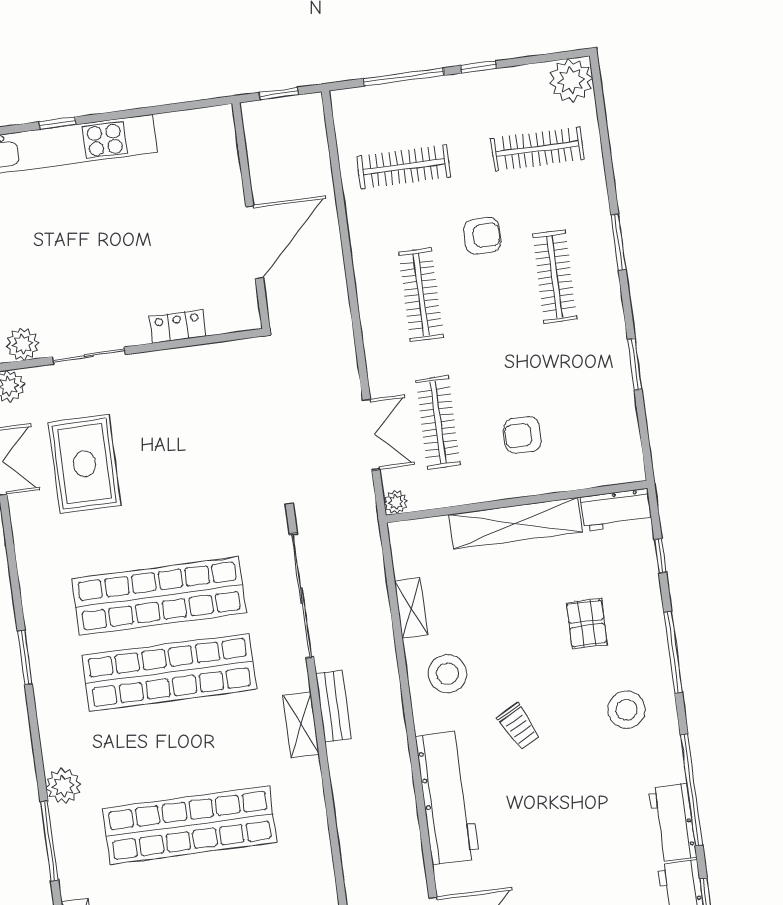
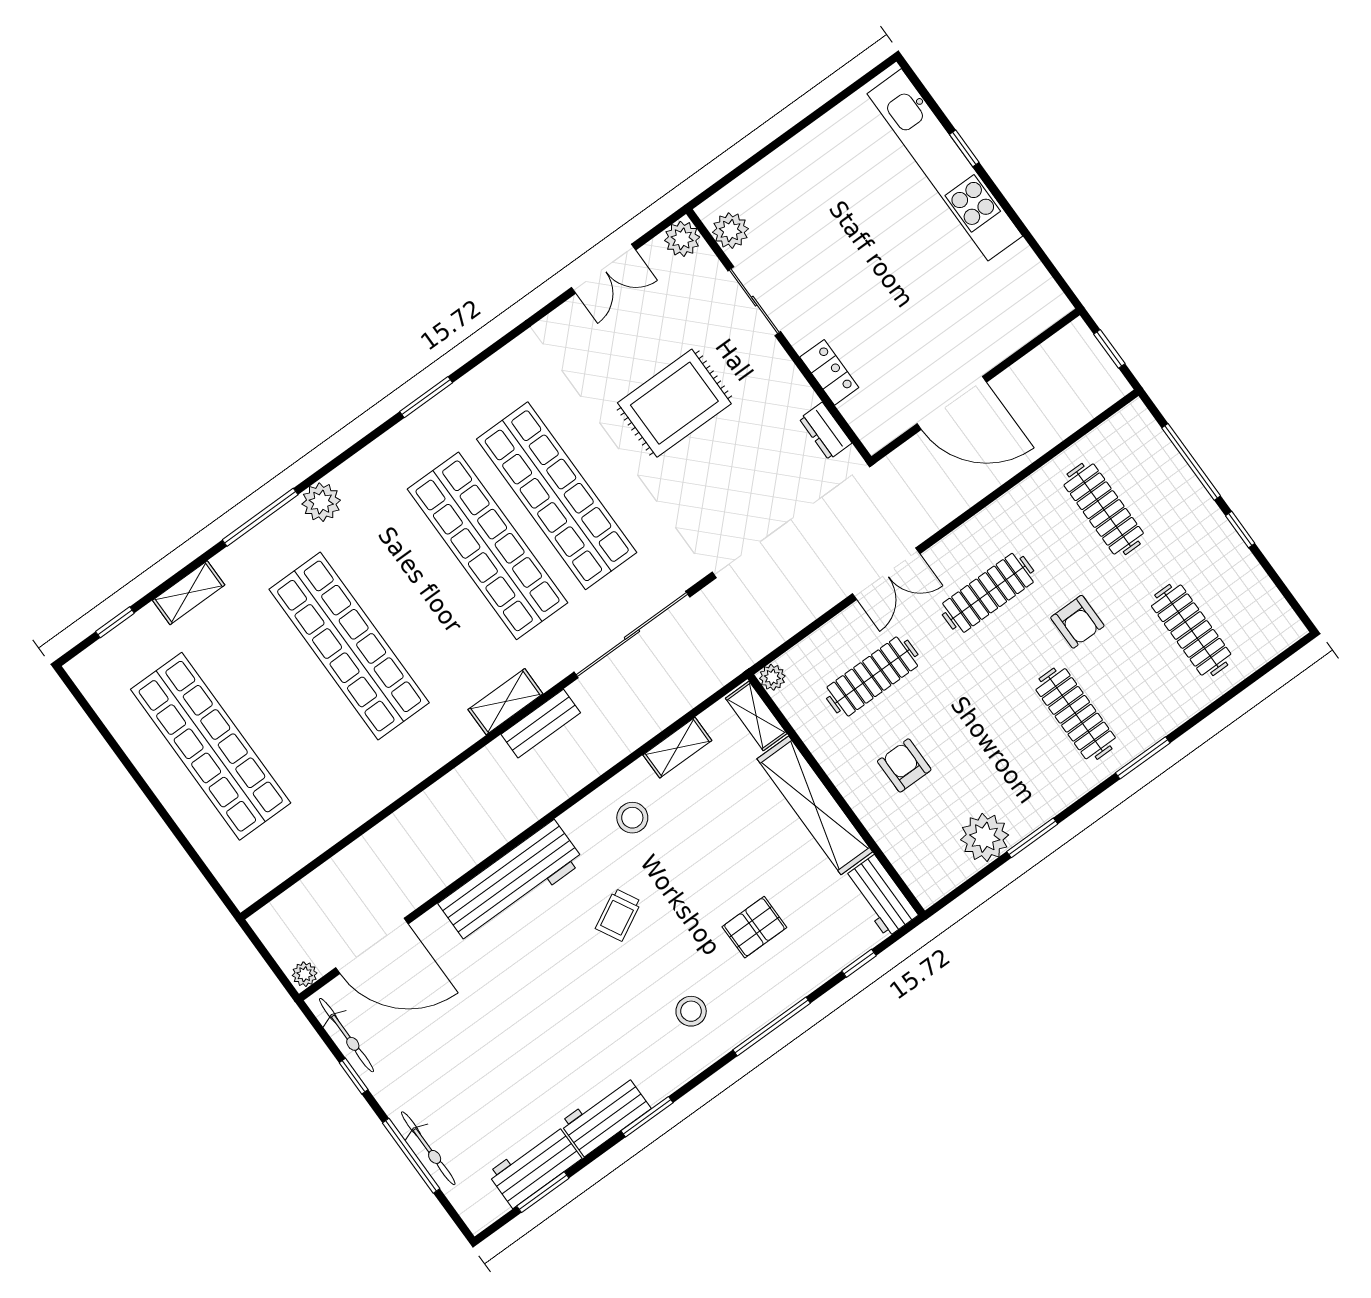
plant: (571, 80) -> (985, 837), moved
clothes rail: (555, 277) -> (1076, 714), turned 90
dresser: (223, 354) -> (826, 431), added
double door: (371, 435) -> (886, 574), moved
rug: (84, 464) -> (674, 403), moved
shelving: (420, 532) -> (756, 716), added
stool: (447, 674) -> (632, 818), width x0.73, depth x0.73
stool: (626, 710) -> (691, 1011), width x0.73, depth x0.73
window: (692, 790) -> (647, 1117), width x0.47

